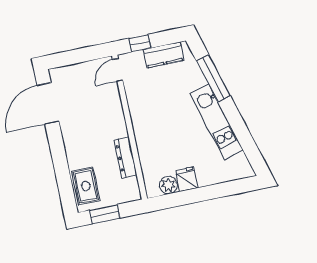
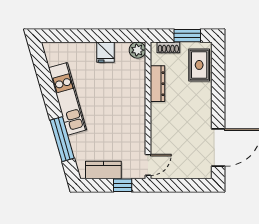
plant: (168, 185) -> (137, 50), moved
shoe rack: (122, 198) -> (168, 47), added

